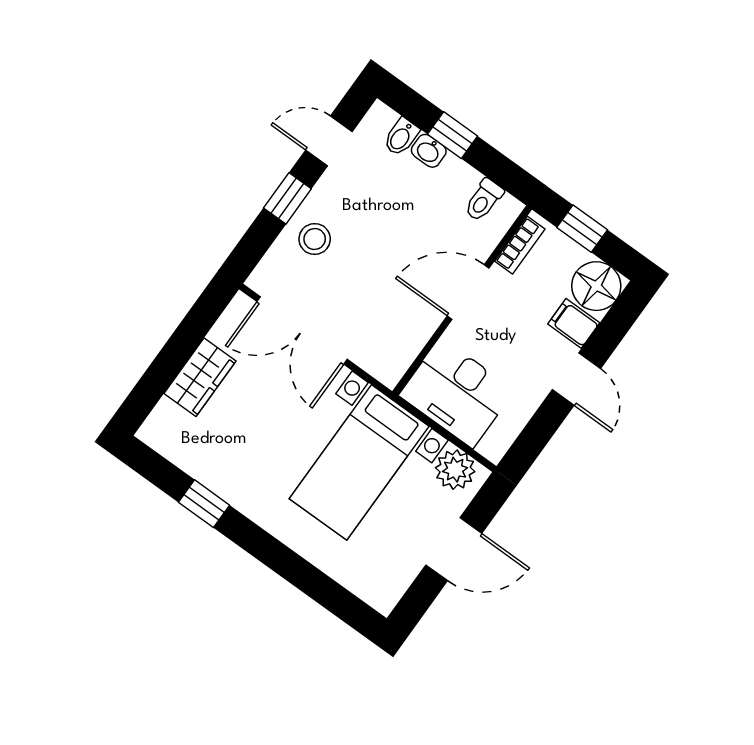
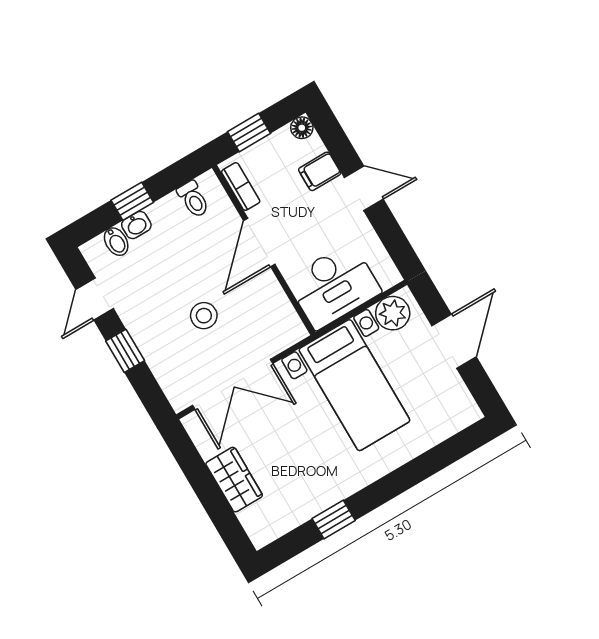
stool: (315, 239) -> (204, 316), moved
floor lamp: (596, 286) -> (302, 128), width x0.53, depth x0.53

